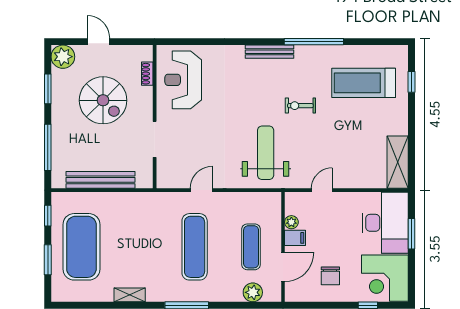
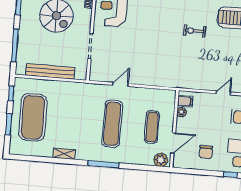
weight bench: (266, 153) -> (167, 62), removed
door: (322, 190) -> (223, 93), moved
filing cabinet: (295, 238) -> (185, 101), moved
plant: (253, 292) -> (161, 160), moved

